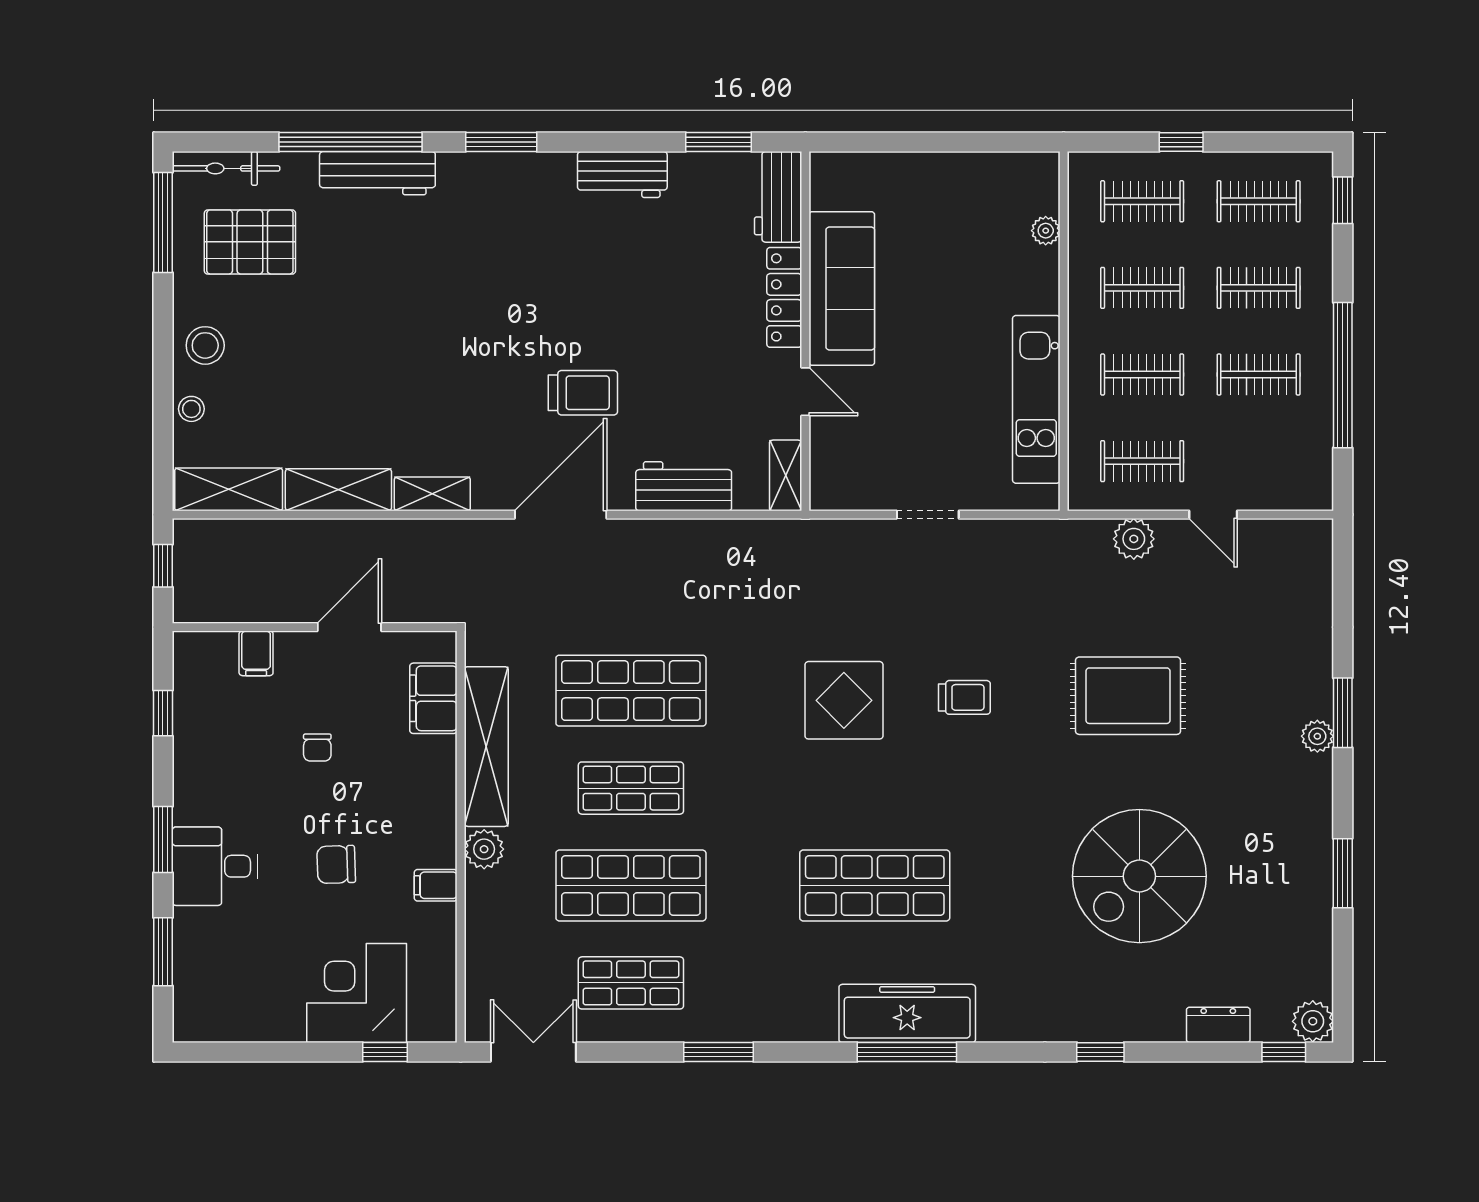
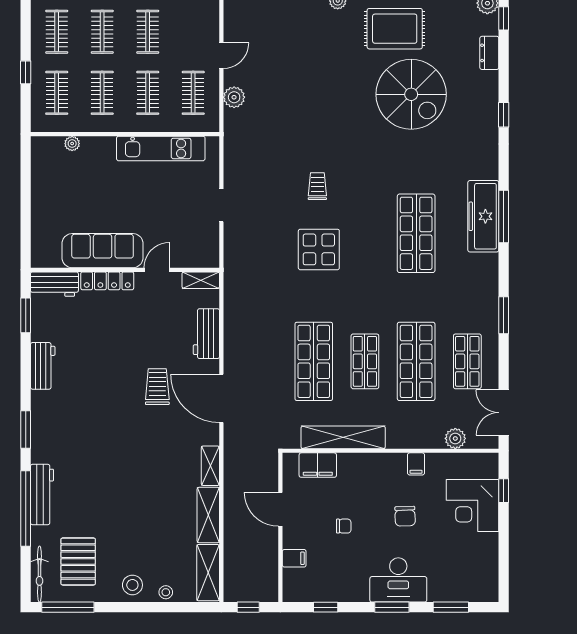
rug: (1128, 696) -> (395, 29), moved, turned 90
plant: (484, 849) -> (455, 438), moved
desk: (215, 866) -> (398, 580), width x1.37

